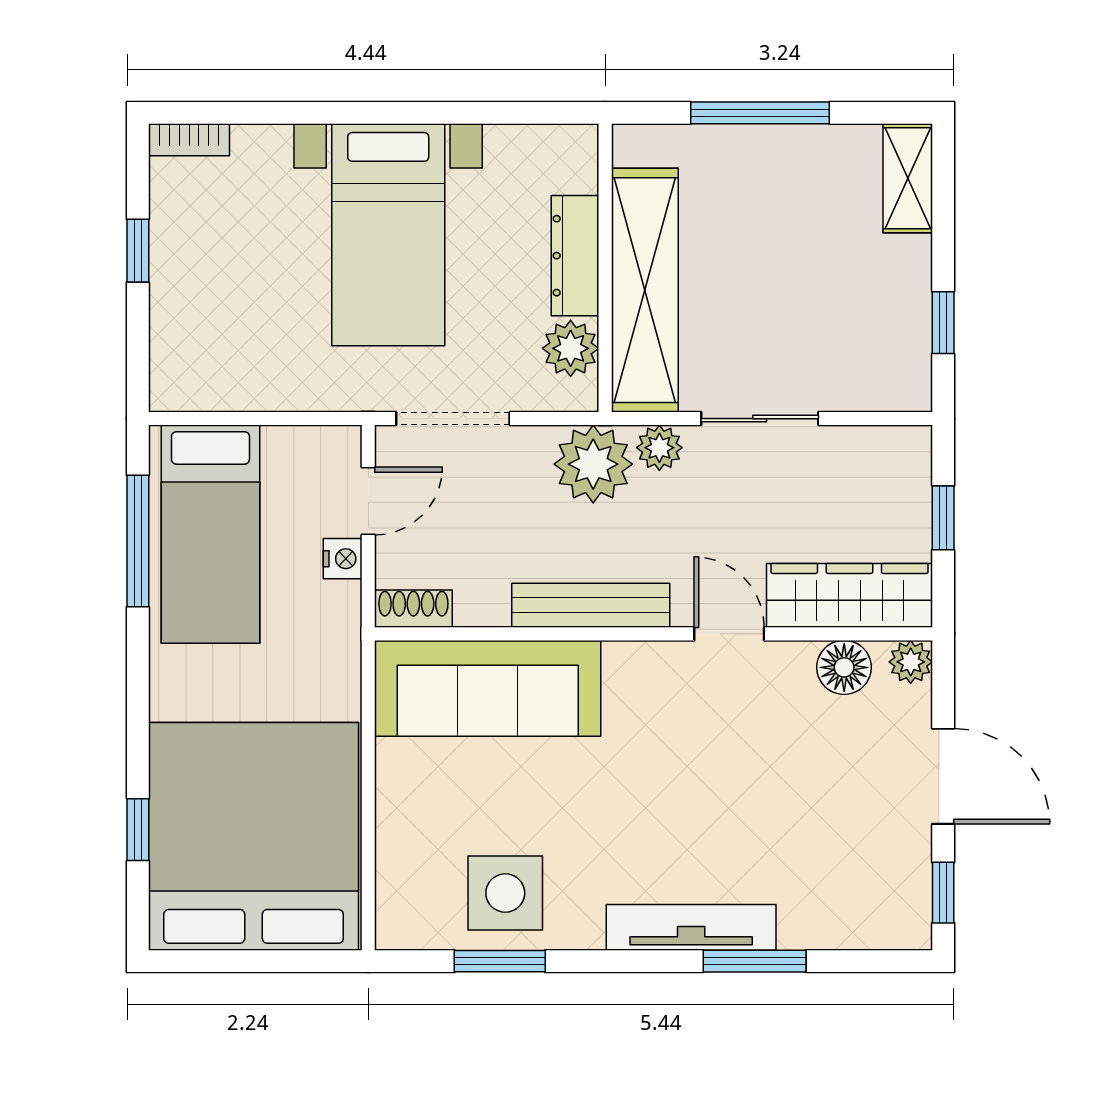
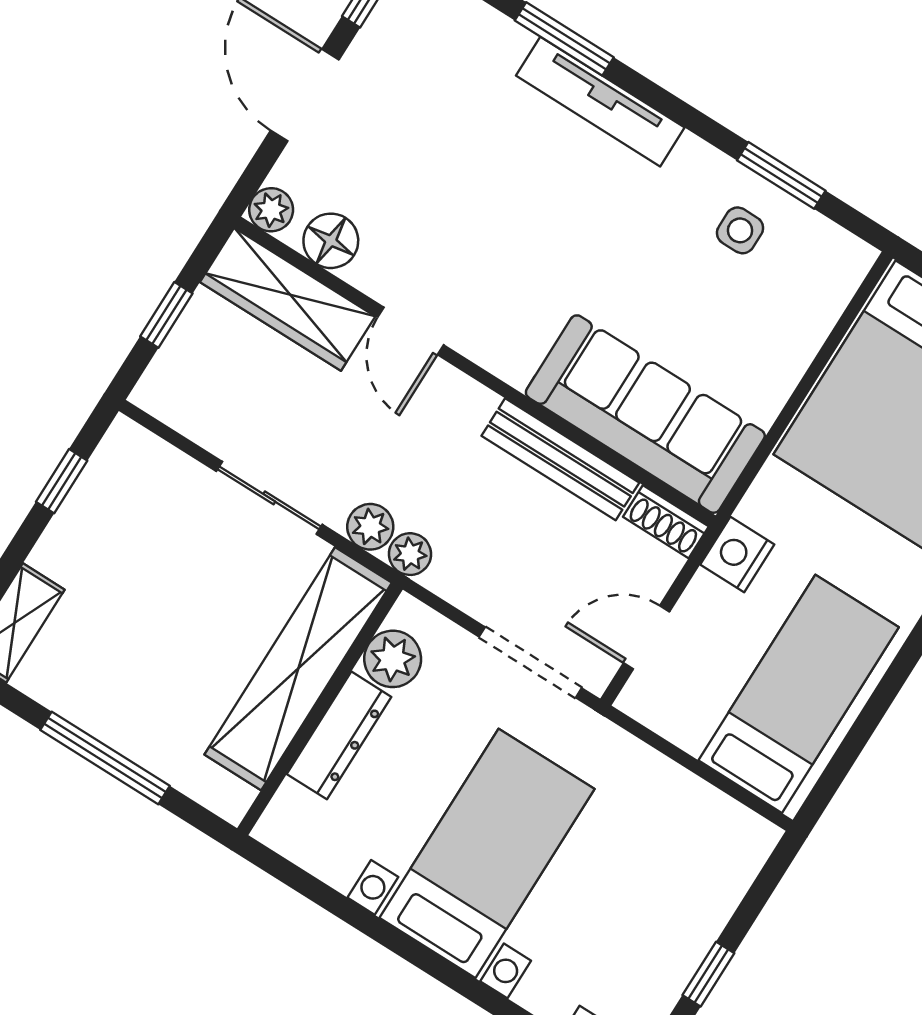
plant: (593, 464) -> (410, 554), width x0.53, depth x0.53
window: (138, 541) -> (864, 727), removed
nightstand: (343, 559) -> (737, 555), moved, width x1.39, depth x1.35
bench: (591, 605) -> (560, 459), moved
side table: (505, 893) -> (740, 230), width x0.54, depth x0.54

